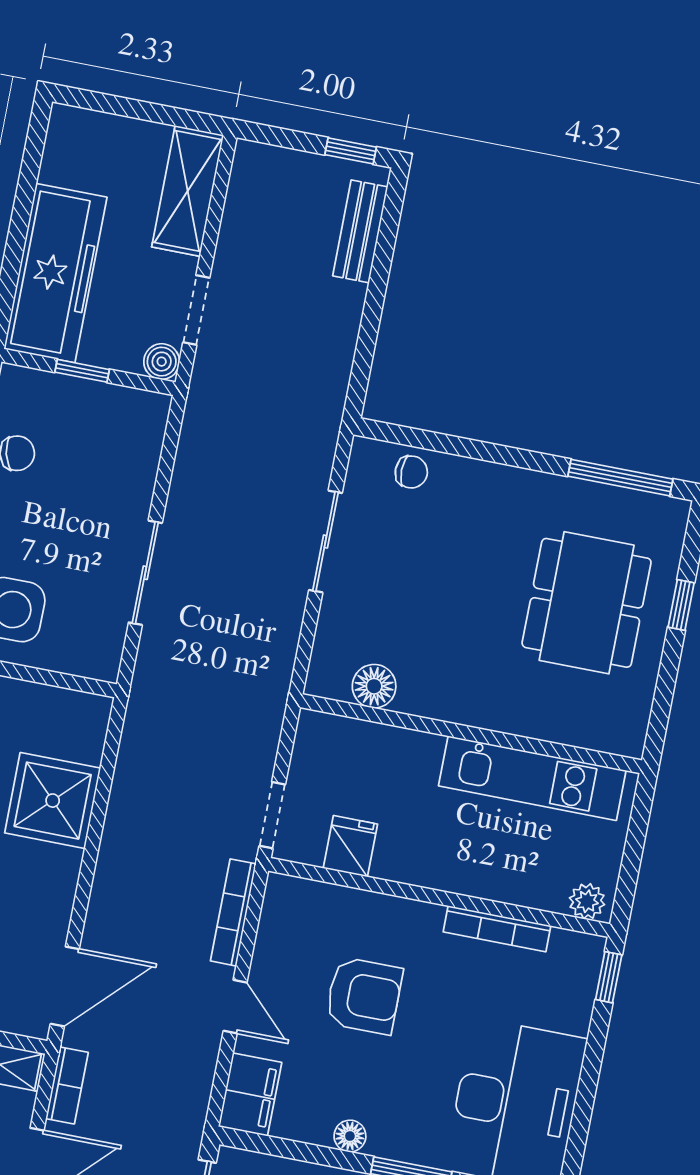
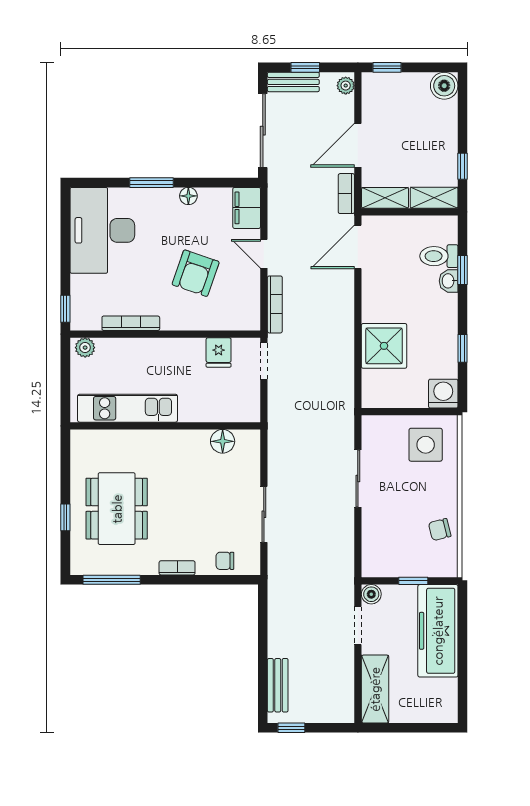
bookcase: (499, 476) -> (177, 568), added
armchair: (364, 996) -> (196, 273), turned -71

